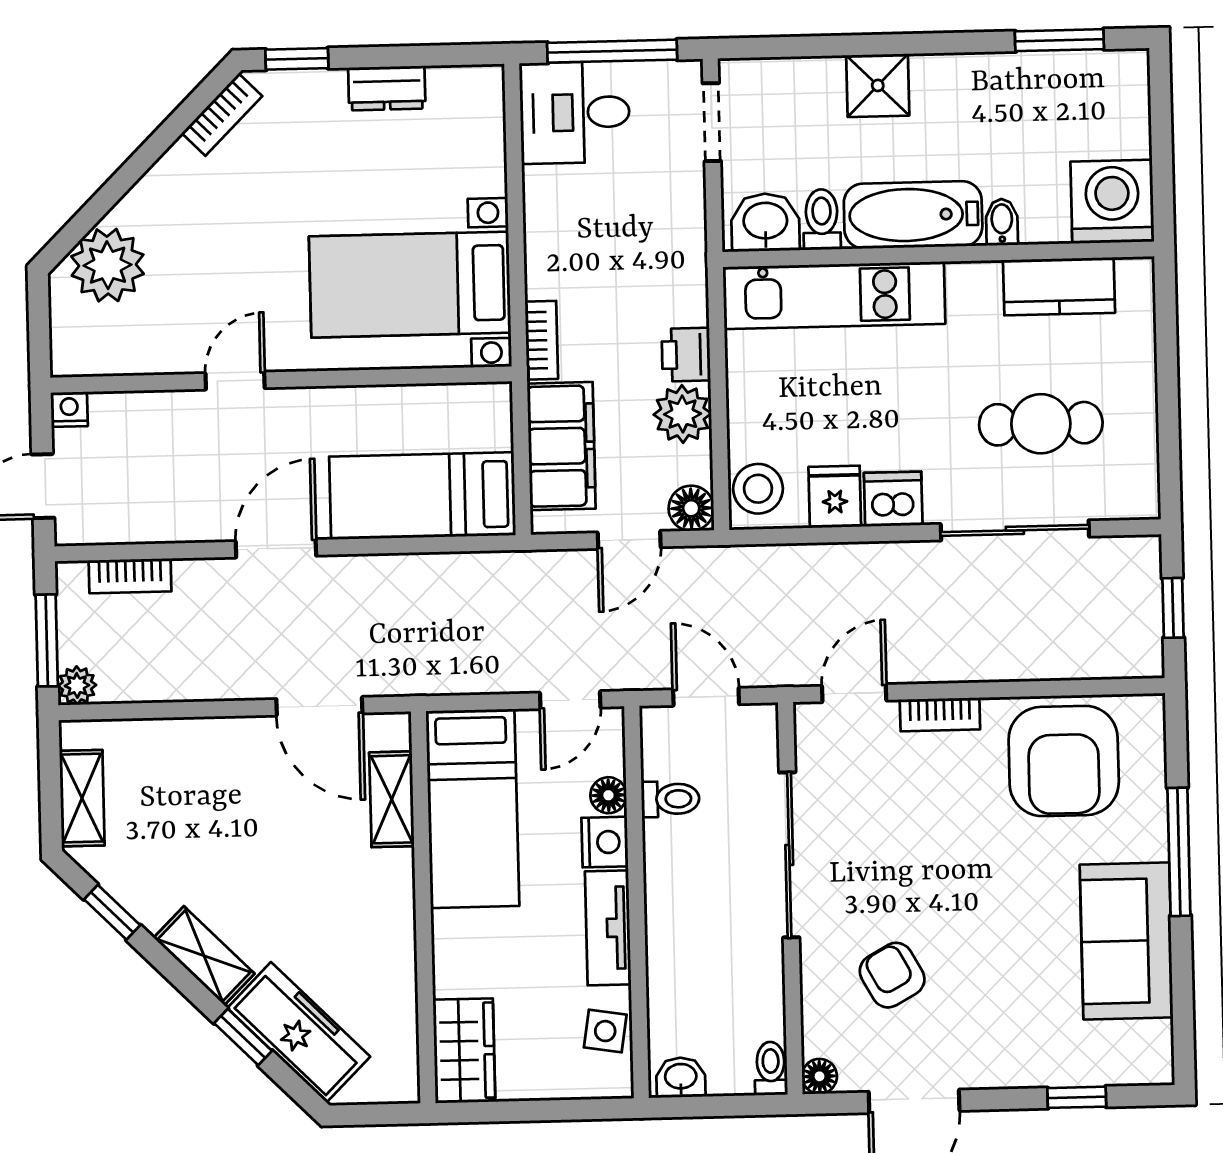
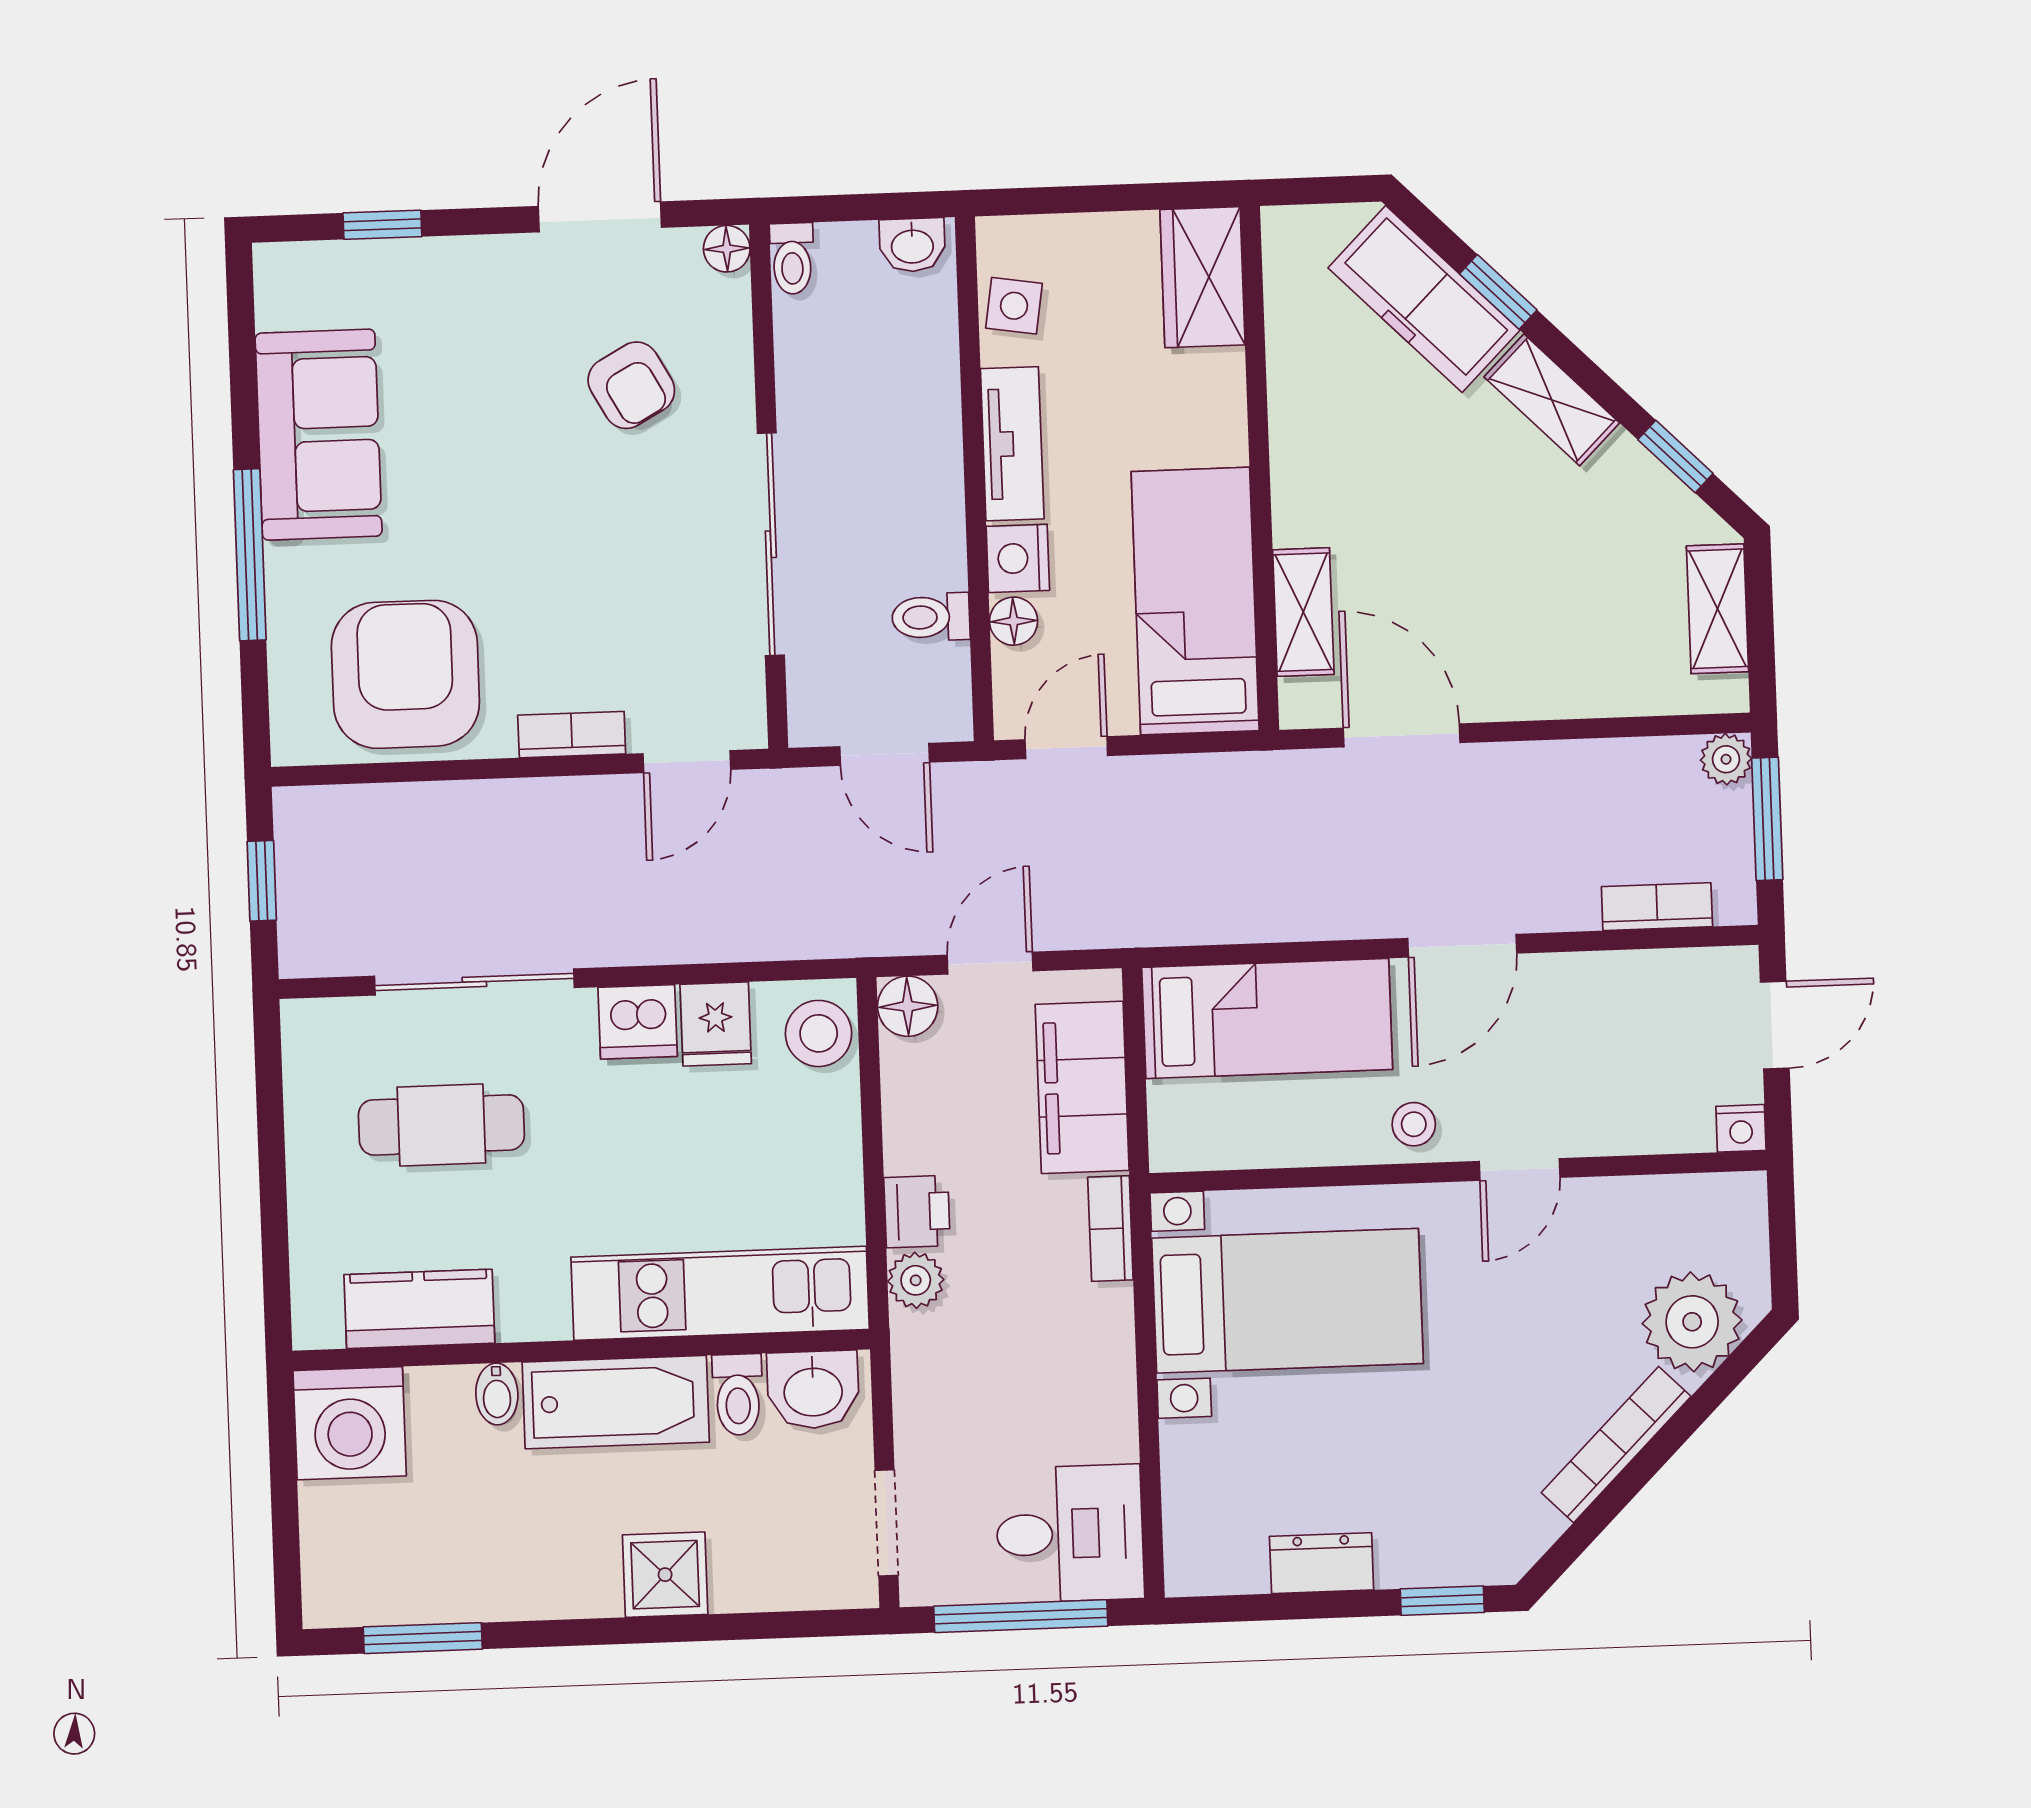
bookcase: (222, 115) -> (1616, 1445), moved, width x1.56
plant: (682, 414) -> (916, 1280), moved, width x0.73, depth x0.73
stool: (314, 415) -> (1414, 1124), added

